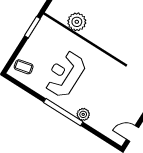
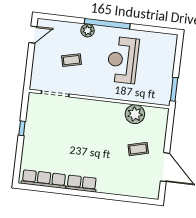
coffee table: (24, 67) -> (71, 60), moved
reception desk: (65, 74) -> (123, 60), turned 180

